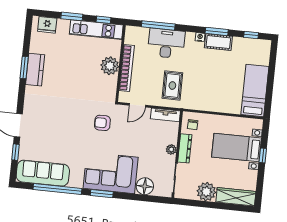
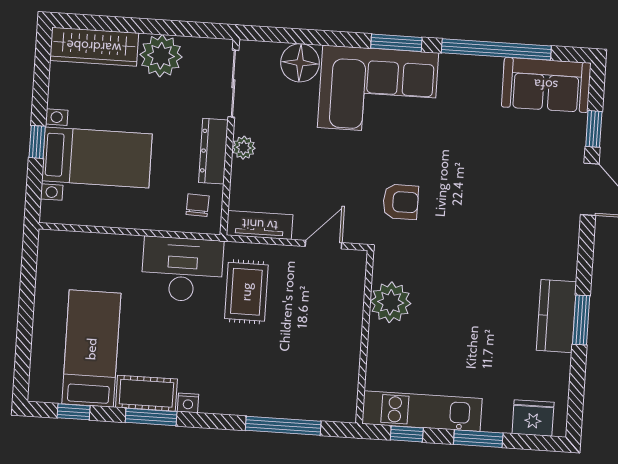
desk: (166, 43) -> (182, 269), moved, turned 180
plant: (110, 66) -> (391, 302), moved
bookcase: (127, 68) -> (351, 327), removed
bed: (255, 90) -> (91, 349), moved, turned 180
sofa: (43, 173) -> (546, 85), width x0.73

